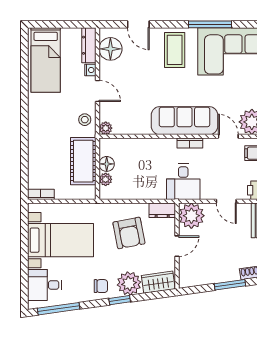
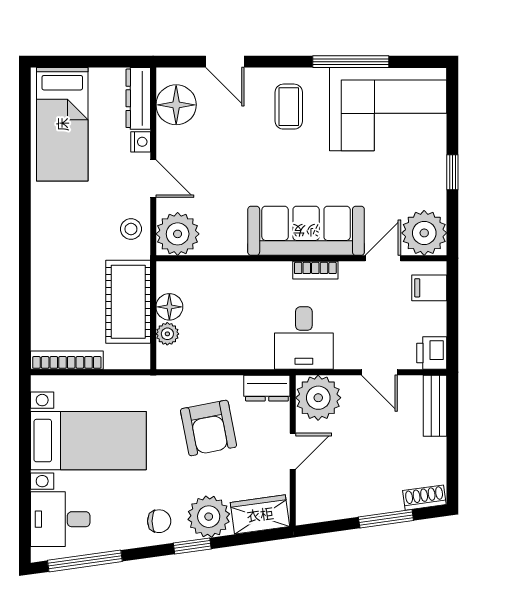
coffee table: (175, 50) -> (289, 107), width x0.73, depth x0.77
plant: (106, 128) -> (178, 234), width x1.87, depth x1.87
door: (228, 136) -> (383, 258), hinge flipped
bookcase: (41, 194) -> (67, 360), width x1.56

